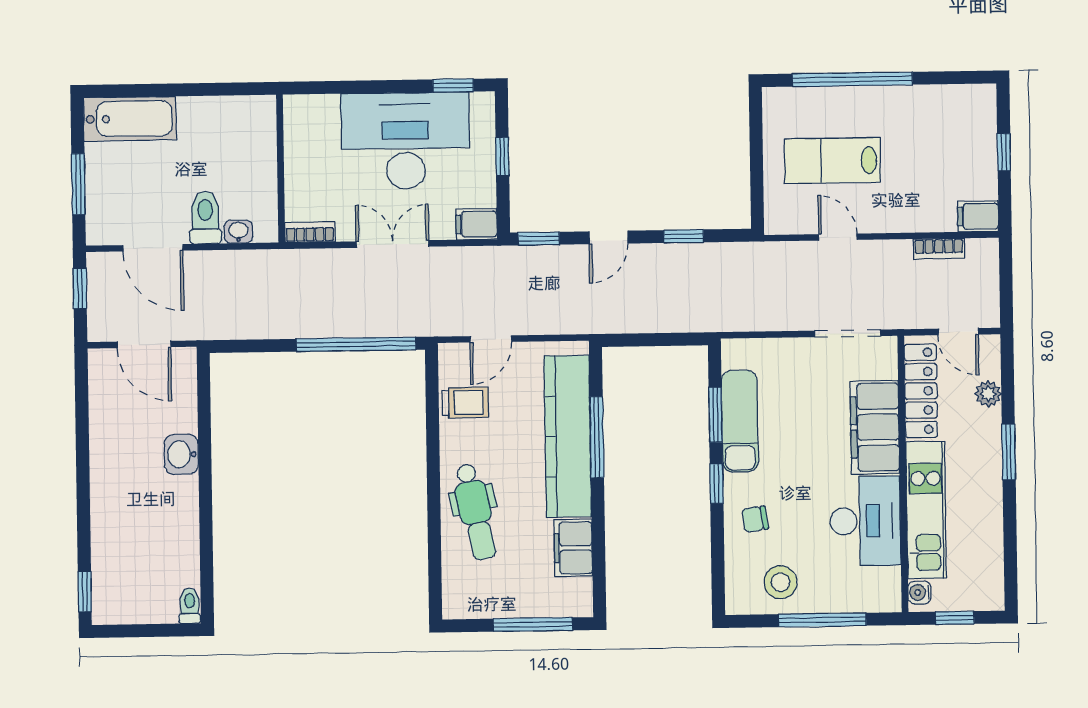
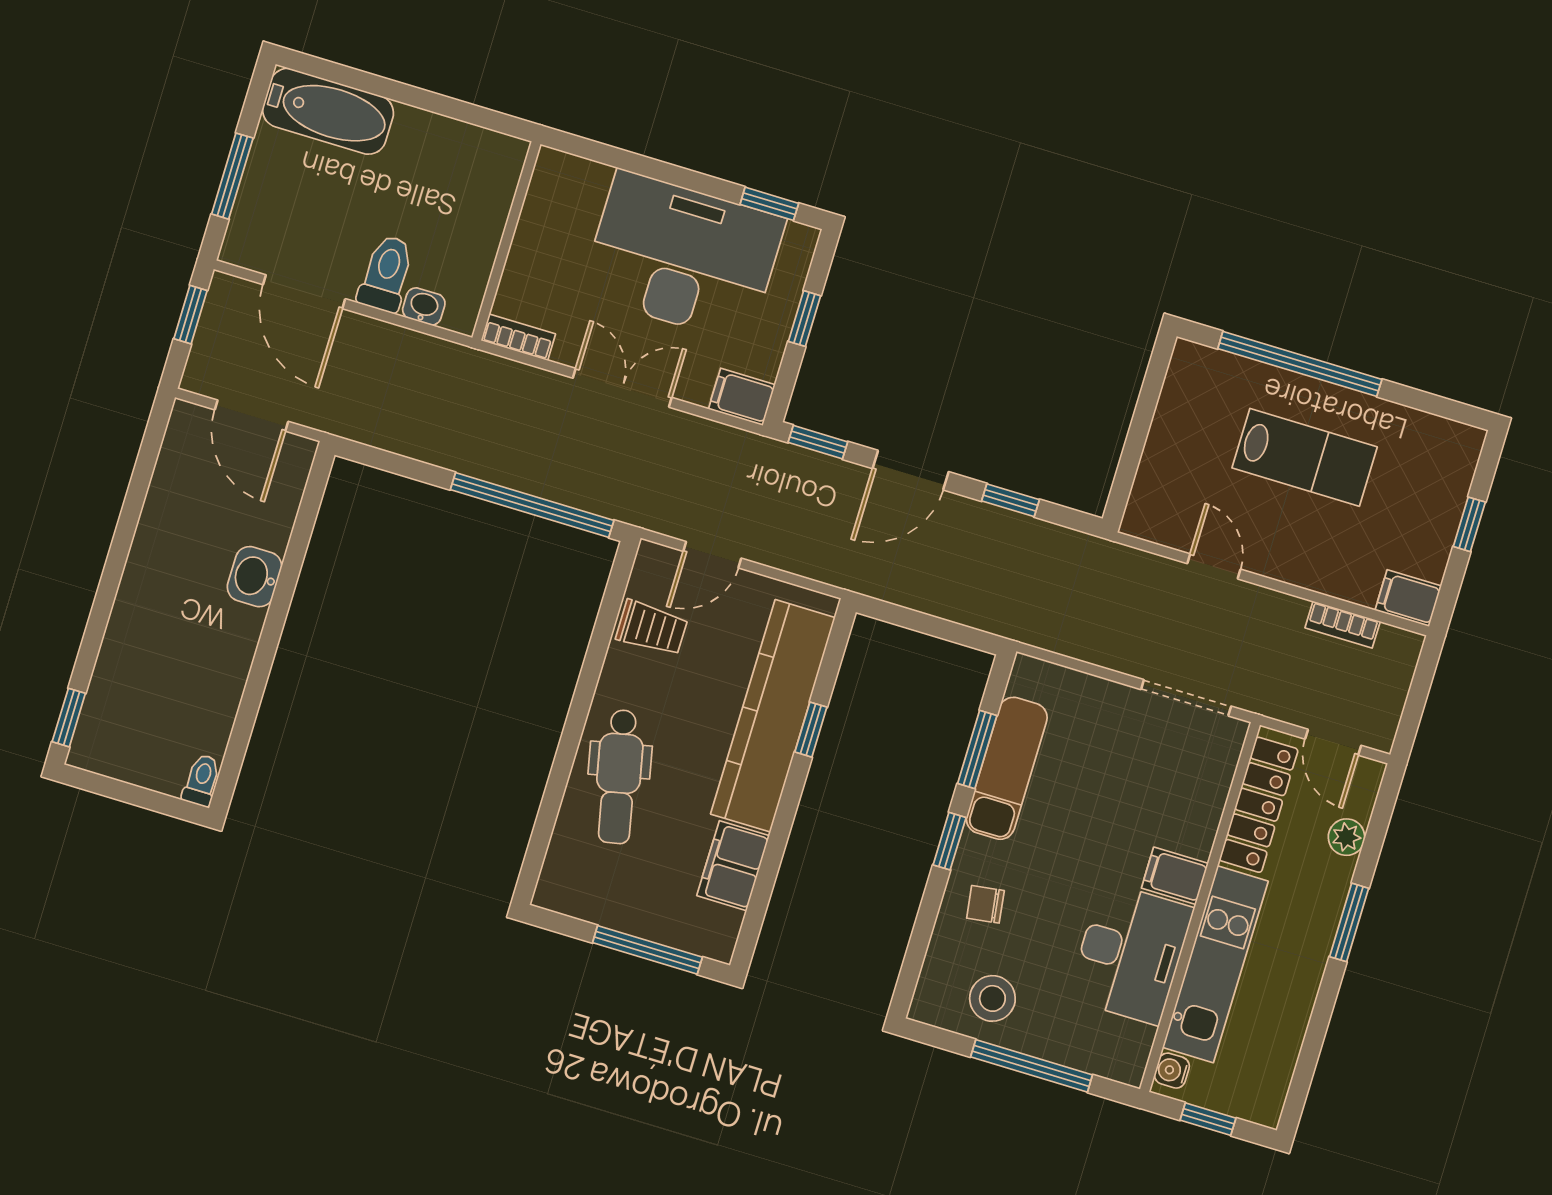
lab bench: (832, 161) -> (1305, 457), moved, turned 180
door: (608, 237) -> (911, 470), width x1.38
filing cabinet: (875, 427) -> (1175, 876), width x0.33, depth x0.86
window: (597, 437) -> (811, 730), width x0.46

